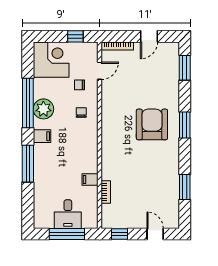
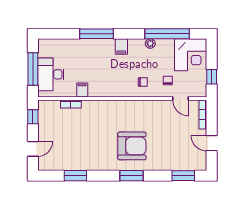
window: (28, 103) -> (167, 34), moved
plant: (43, 109) -> (150, 44), width x0.53, depth x0.53
desk: (68, 214) -> (51, 74), width x1.37

